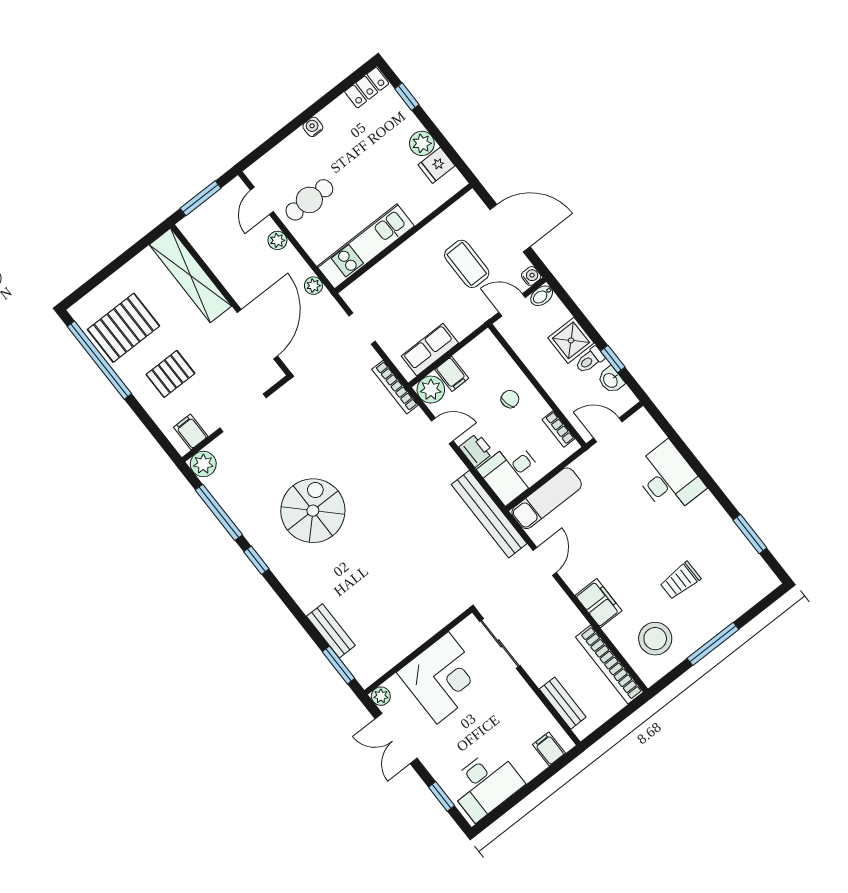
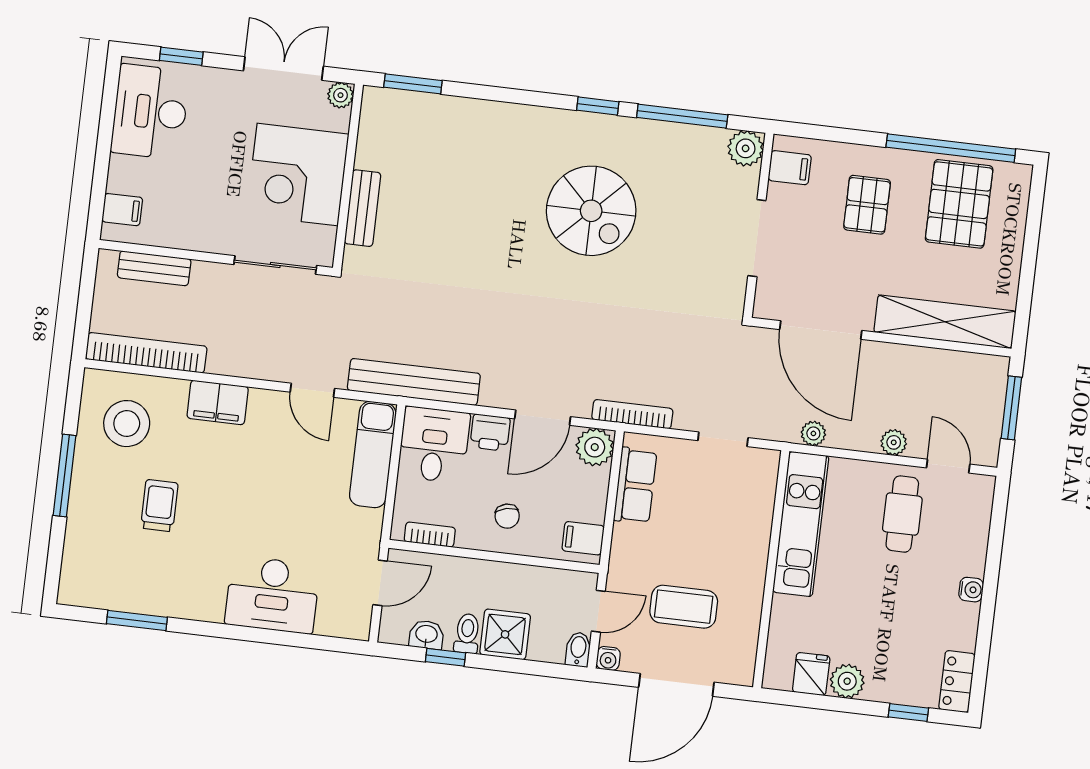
filing cabinet: (452, 374) -> (583, 538), moved
door: (442, 431) -> (543, 418), width x1.38
bench: (331, 631) -> (363, 208), moved, turned 90

